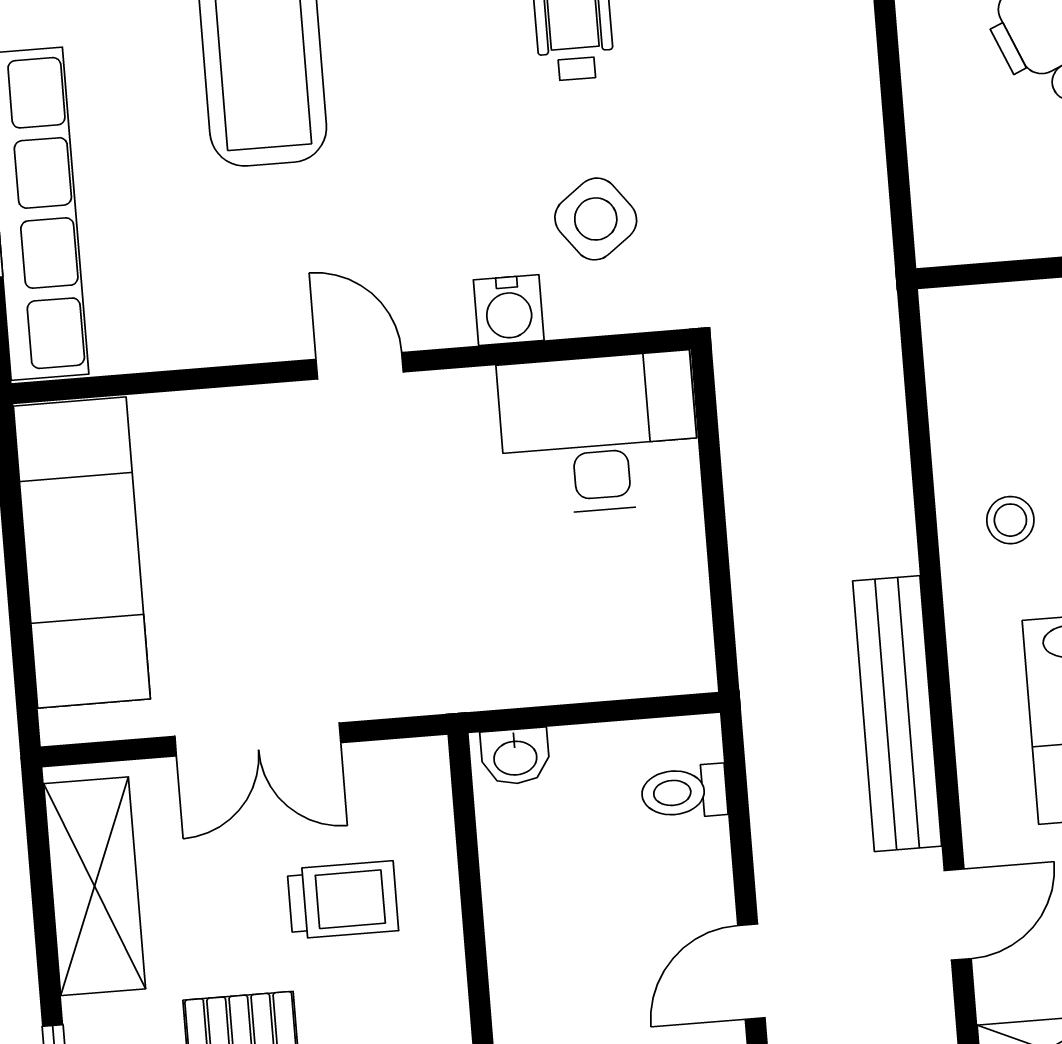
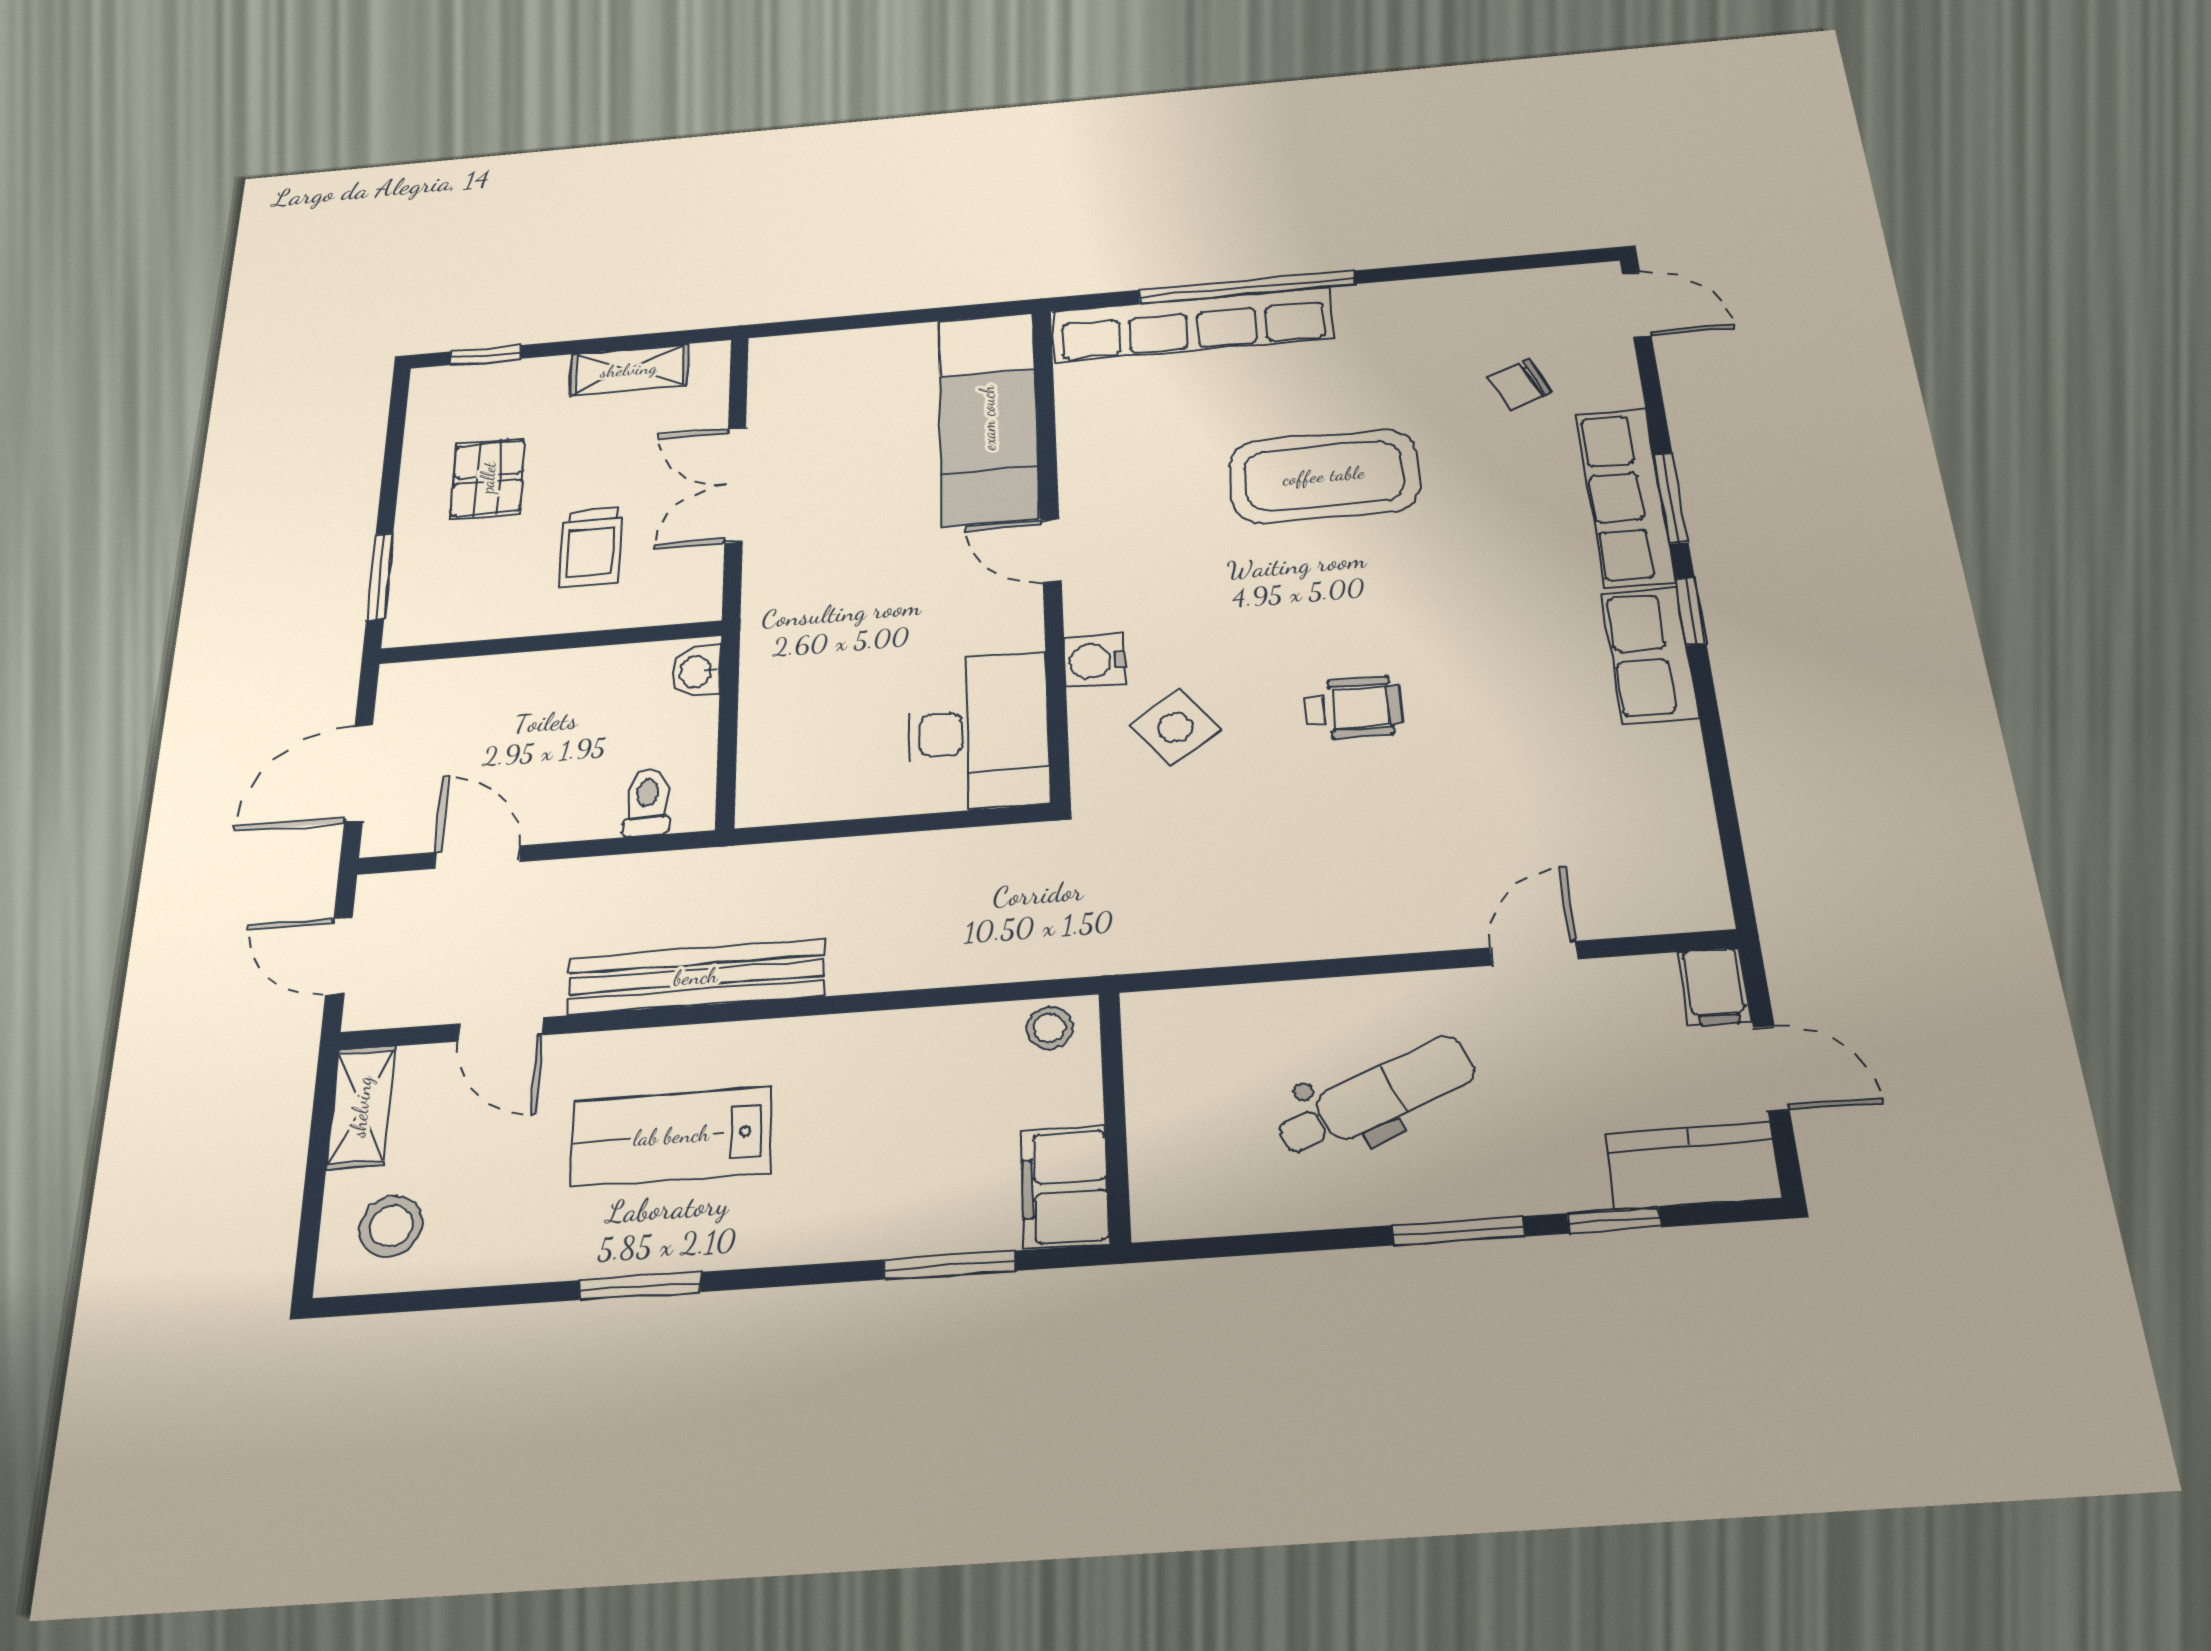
door: (360, 366) -> (1051, 551), swing flipped
stool: (1010, 520) -> (1049, 1028), moved
exam couch: (82, 552) -> (988, 418), moved, turned 90
shelving: (95, 886) -> (629, 370), width x0.67, depth x0.75

